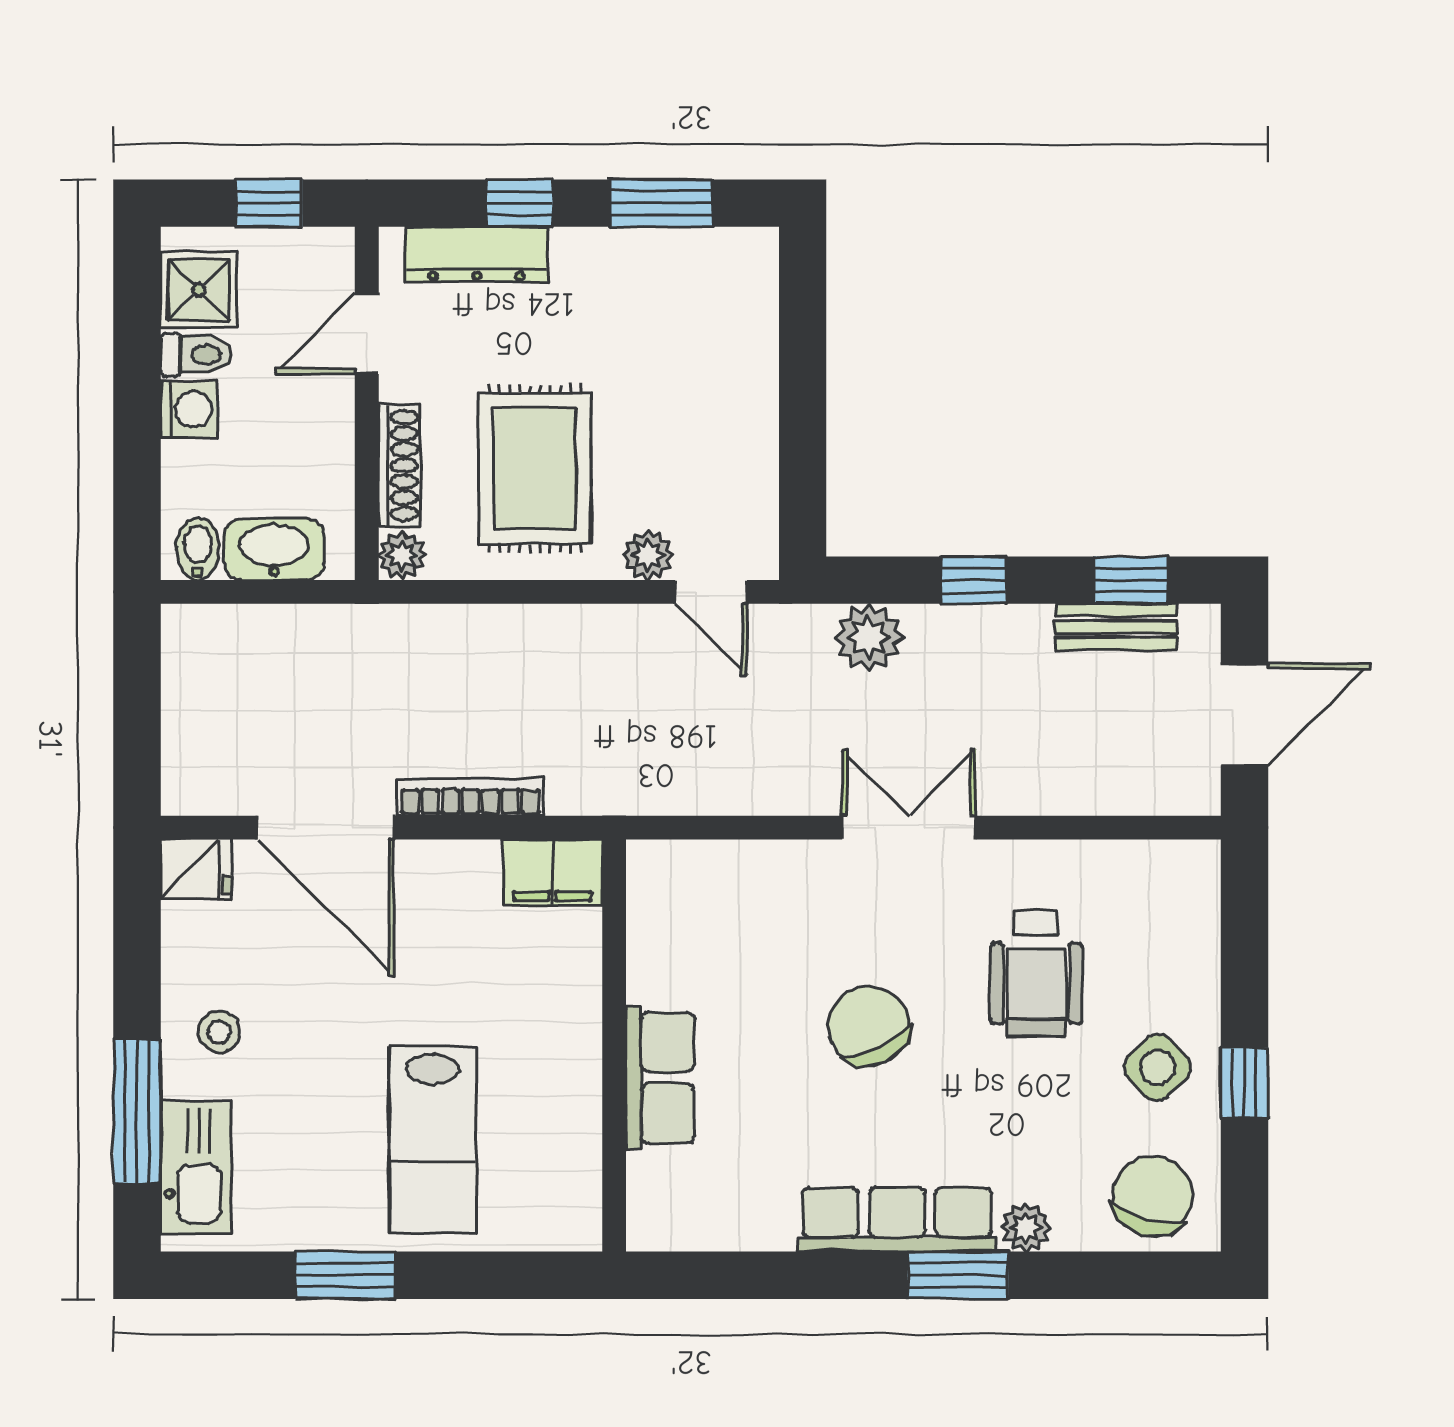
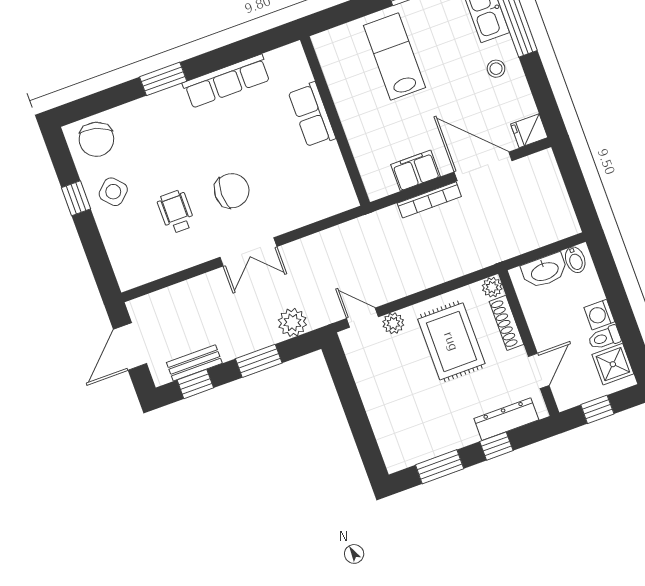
window: (973, 580) -> (259, 361), width x1.50
filing cabinet: (552, 873) -> (415, 171), moved
wheelchair: (1036, 973) -> (176, 212), width x0.73, depth x0.73
chair: (869, 1026) -> (232, 191), moved, turned -65
row of seats: (897, 1219) -> (227, 81), moved
plant: (1026, 1227) -> (143, 108), removed

